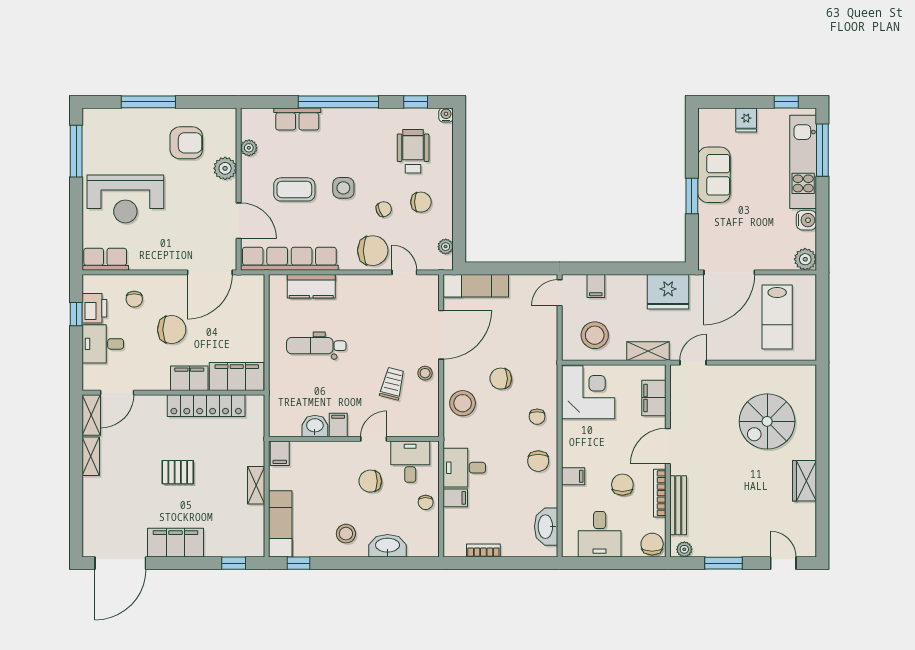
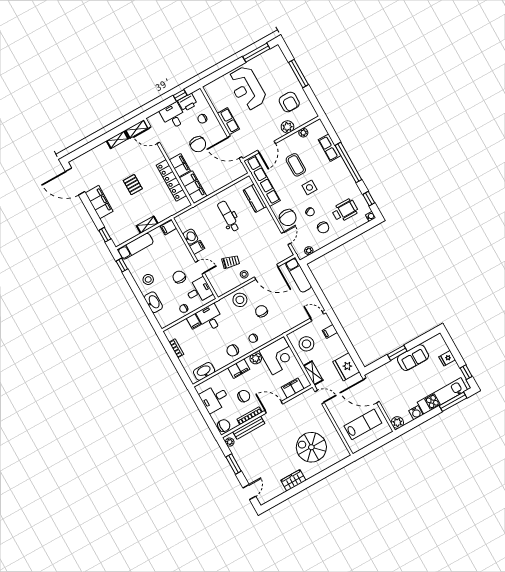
row of seats: (105, 259) -> (228, 121), moved
lab bench: (777, 317) -> (363, 424), turned 180
plant: (572, 431) -> (256, 358), added
filing cabinet: (573, 476) -> (239, 369), width x2.00

